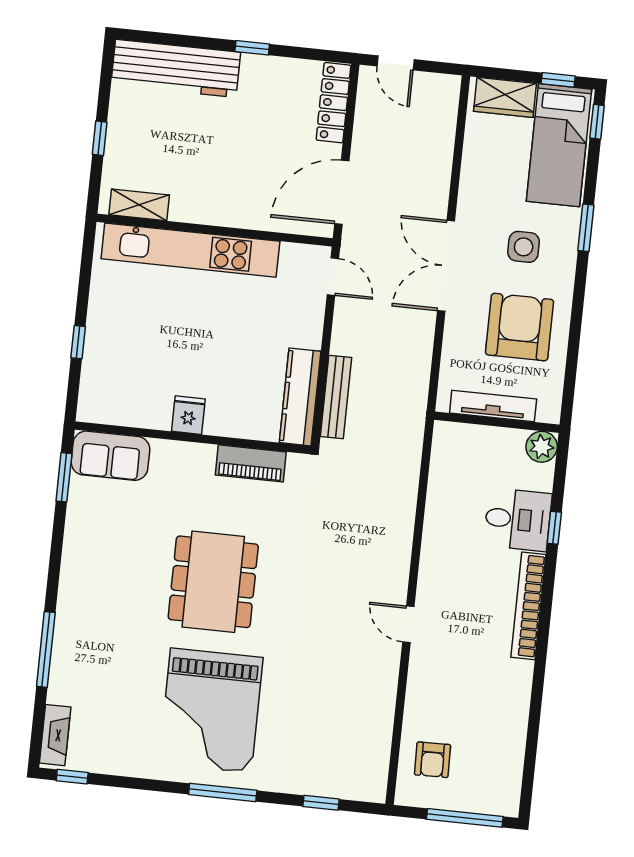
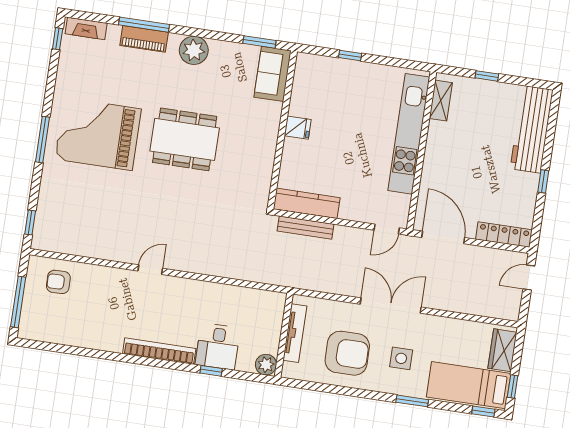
piano: (251, 463) -> (144, 39), moved, turned -90
plant: (81, 574) -> (194, 50), added
window: (321, 803) -> (30, 223), moved

